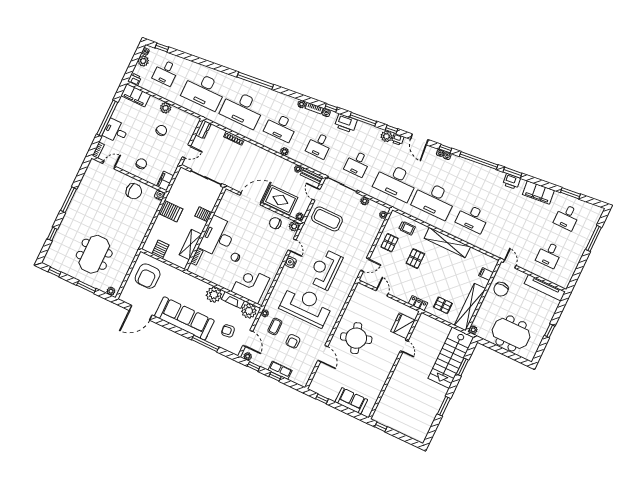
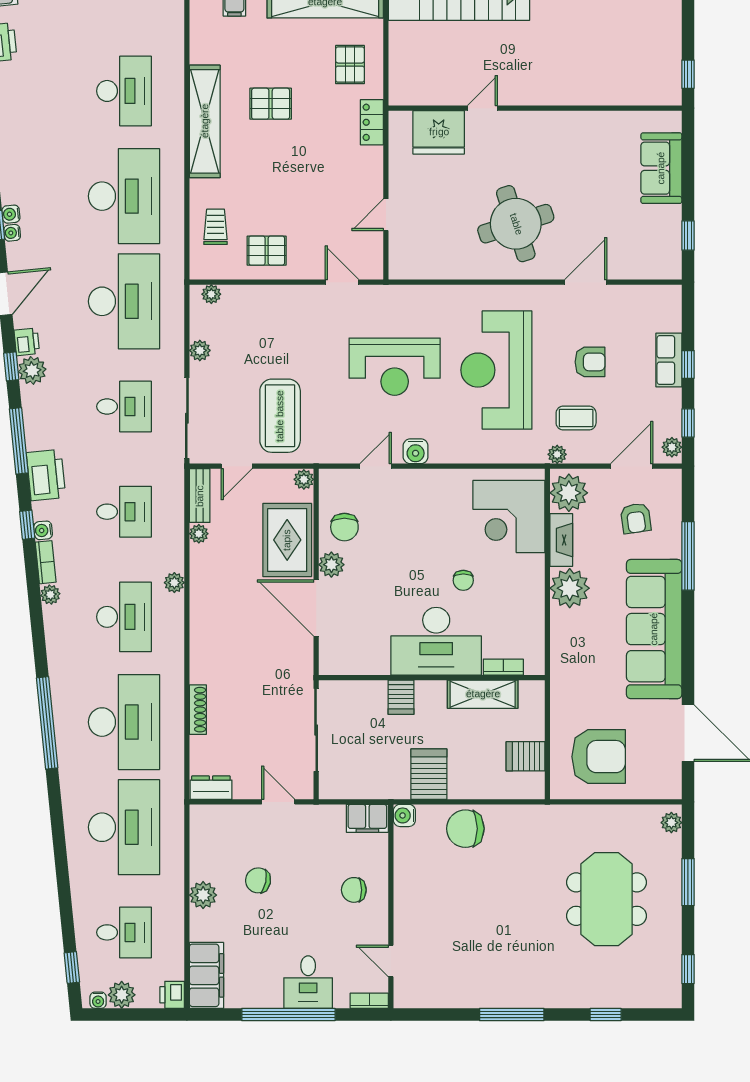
chair: (134, 191) -> (465, 829), moved, turned -90
plant: (294, 226) -> (331, 565), moved
meeting table: (94, 254) -> (606, 899), turned 90
pallet: (415, 259) -> (271, 104), moved

